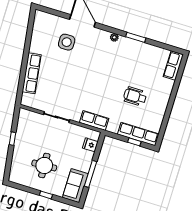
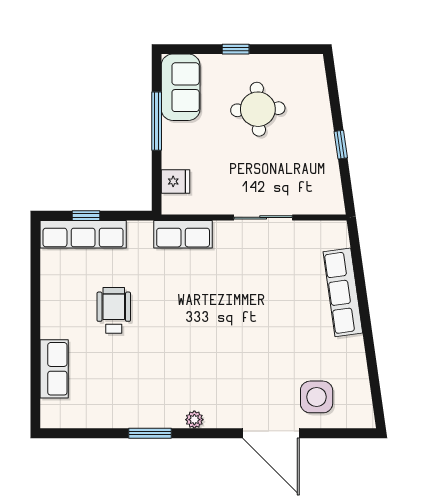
side table: (67, 42) -> (317, 397), moved
row of seats: (173, 66) -> (54, 369), moved
wheelchair: (135, 96) -> (114, 310), turned -90

